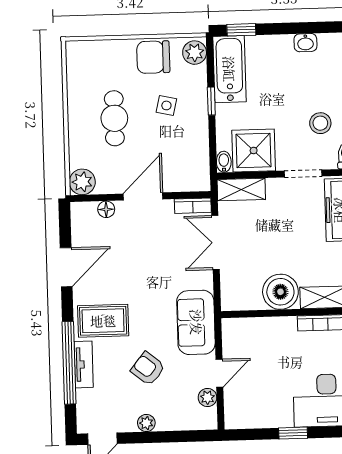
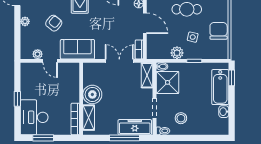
plant: (195, 53) -> (177, 53), moved
bathtub: (229, 69) -> (220, 87), moved, turned 90

